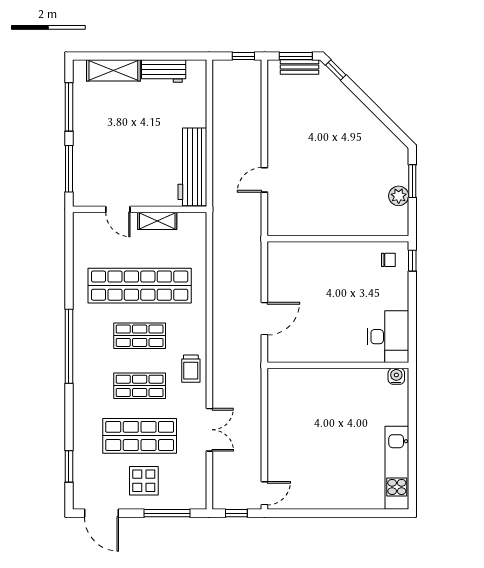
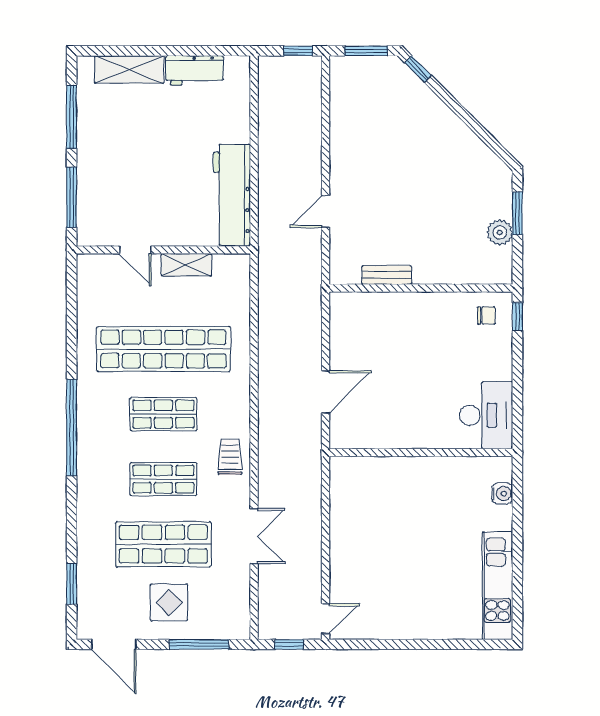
bench: (299, 67) -> (387, 275), moved
trolley: (191, 369) -> (230, 457), turned 180
water cooler: (396, 376) -> (502, 494), moved, turned 90

